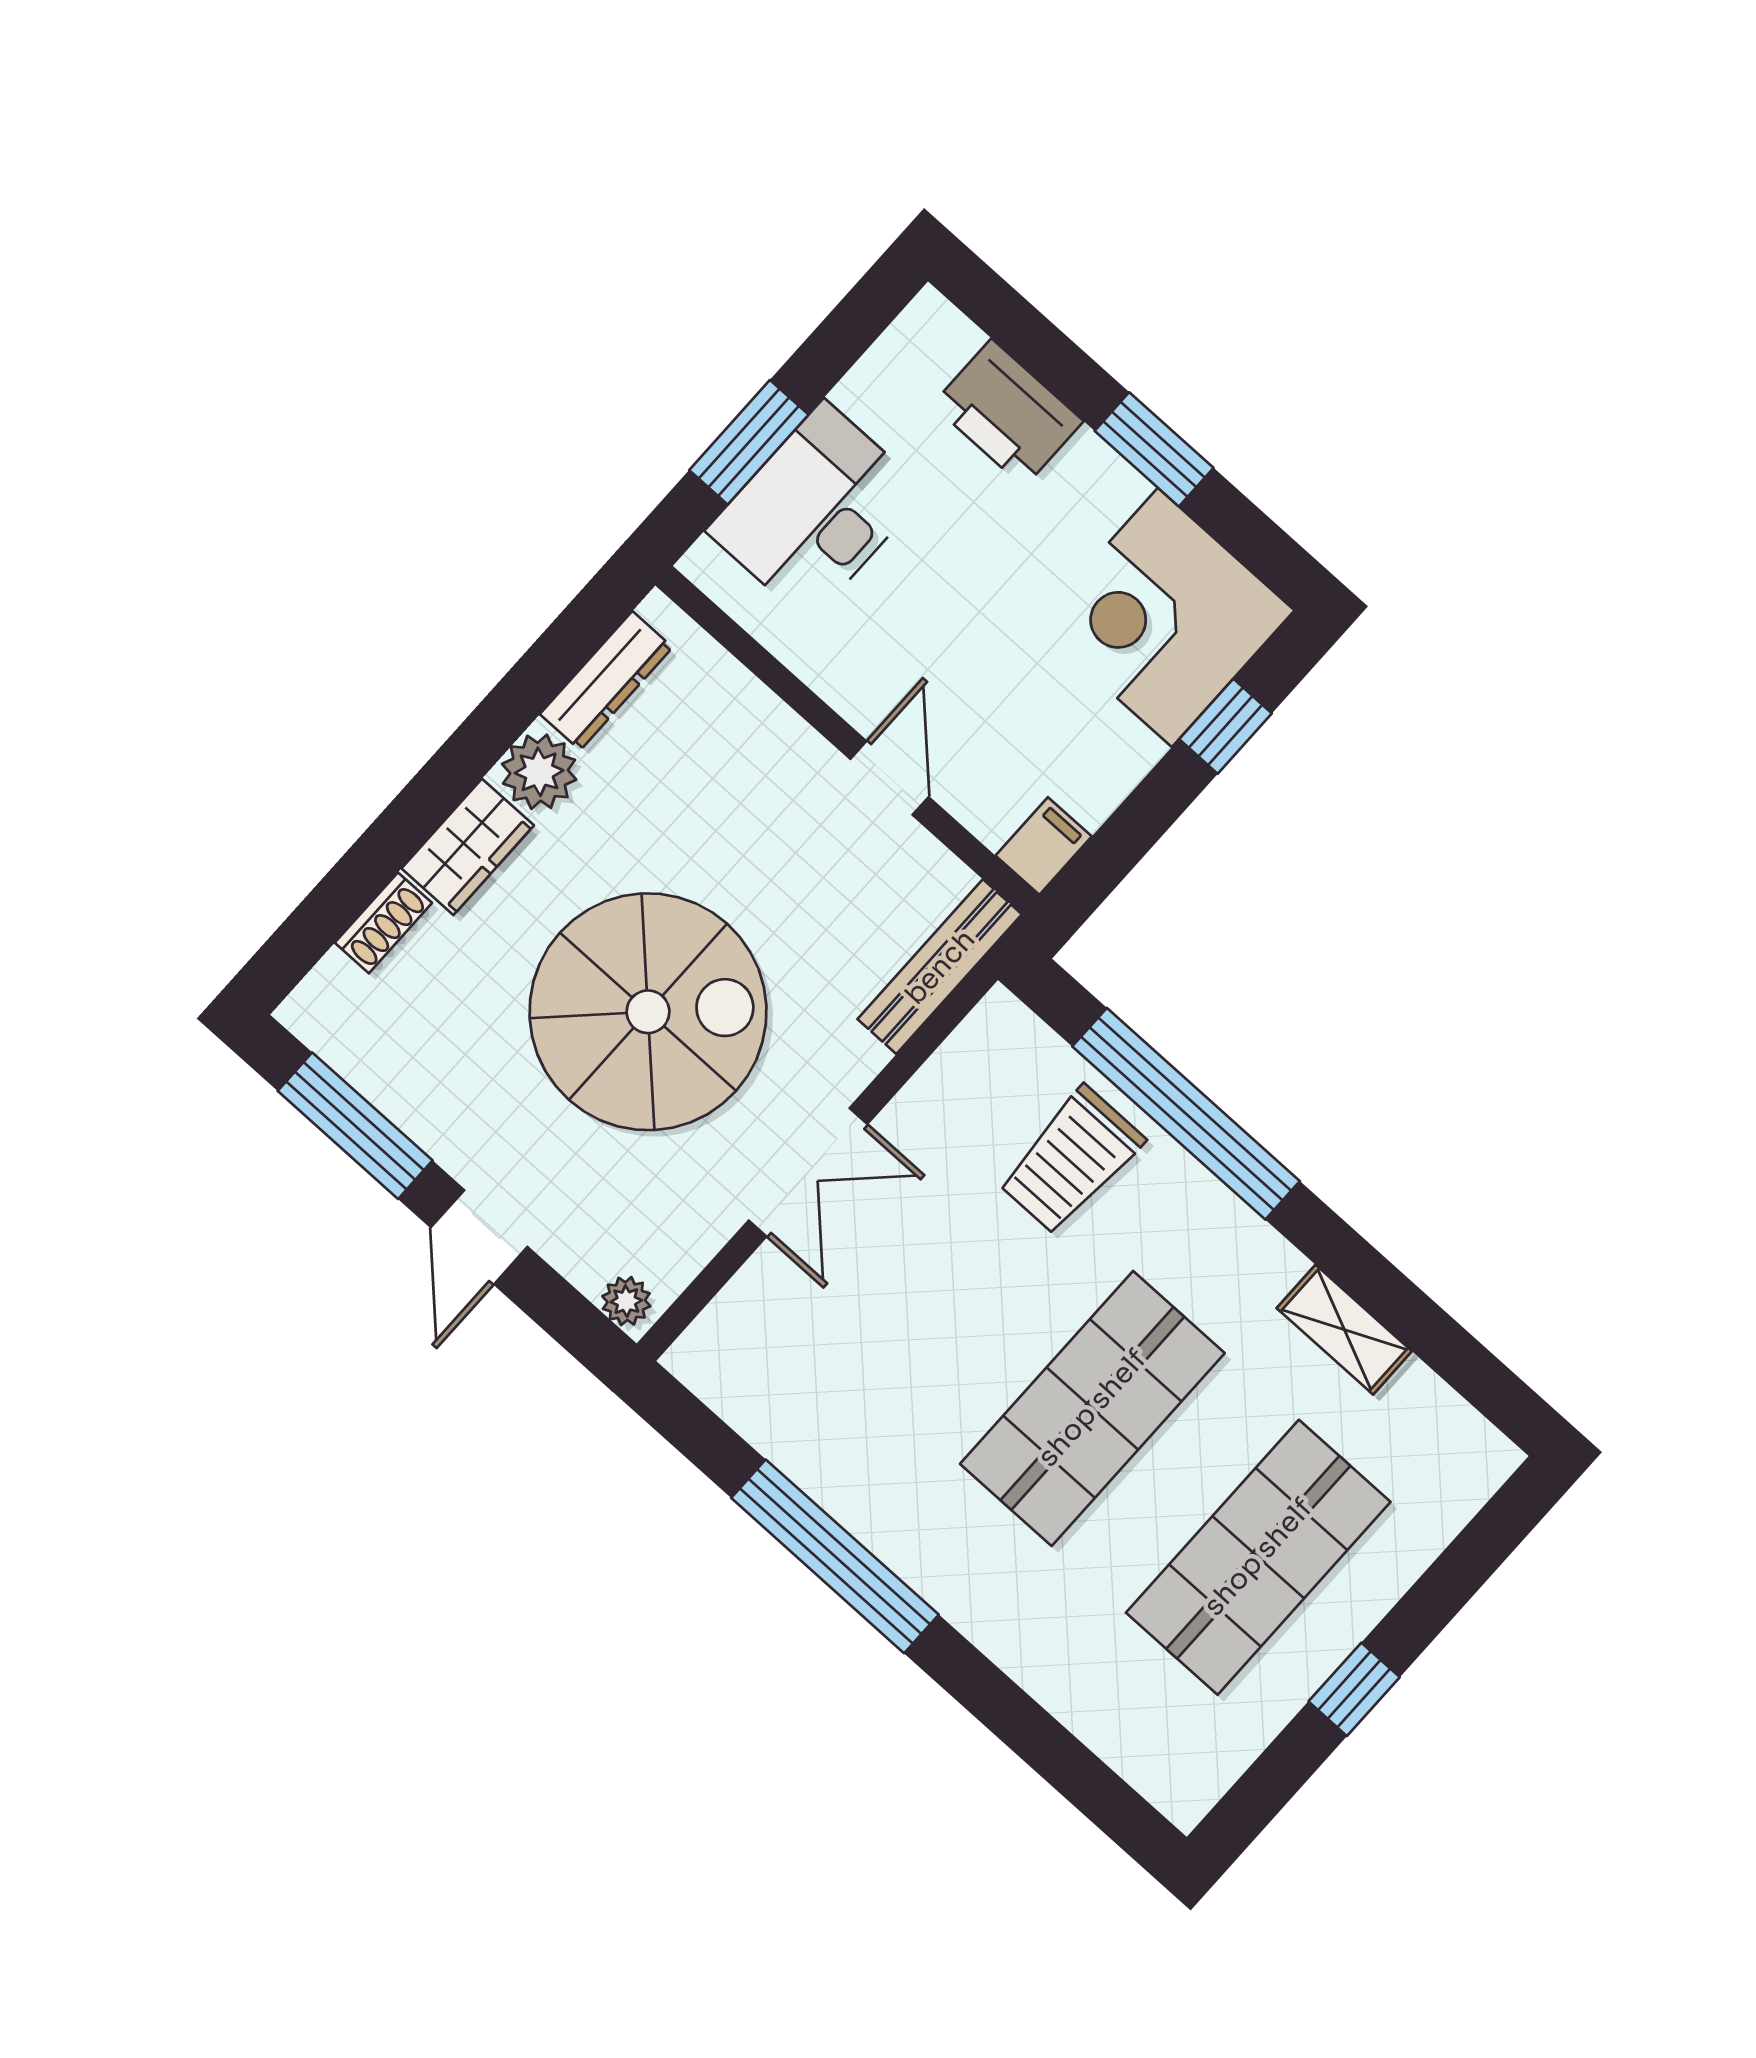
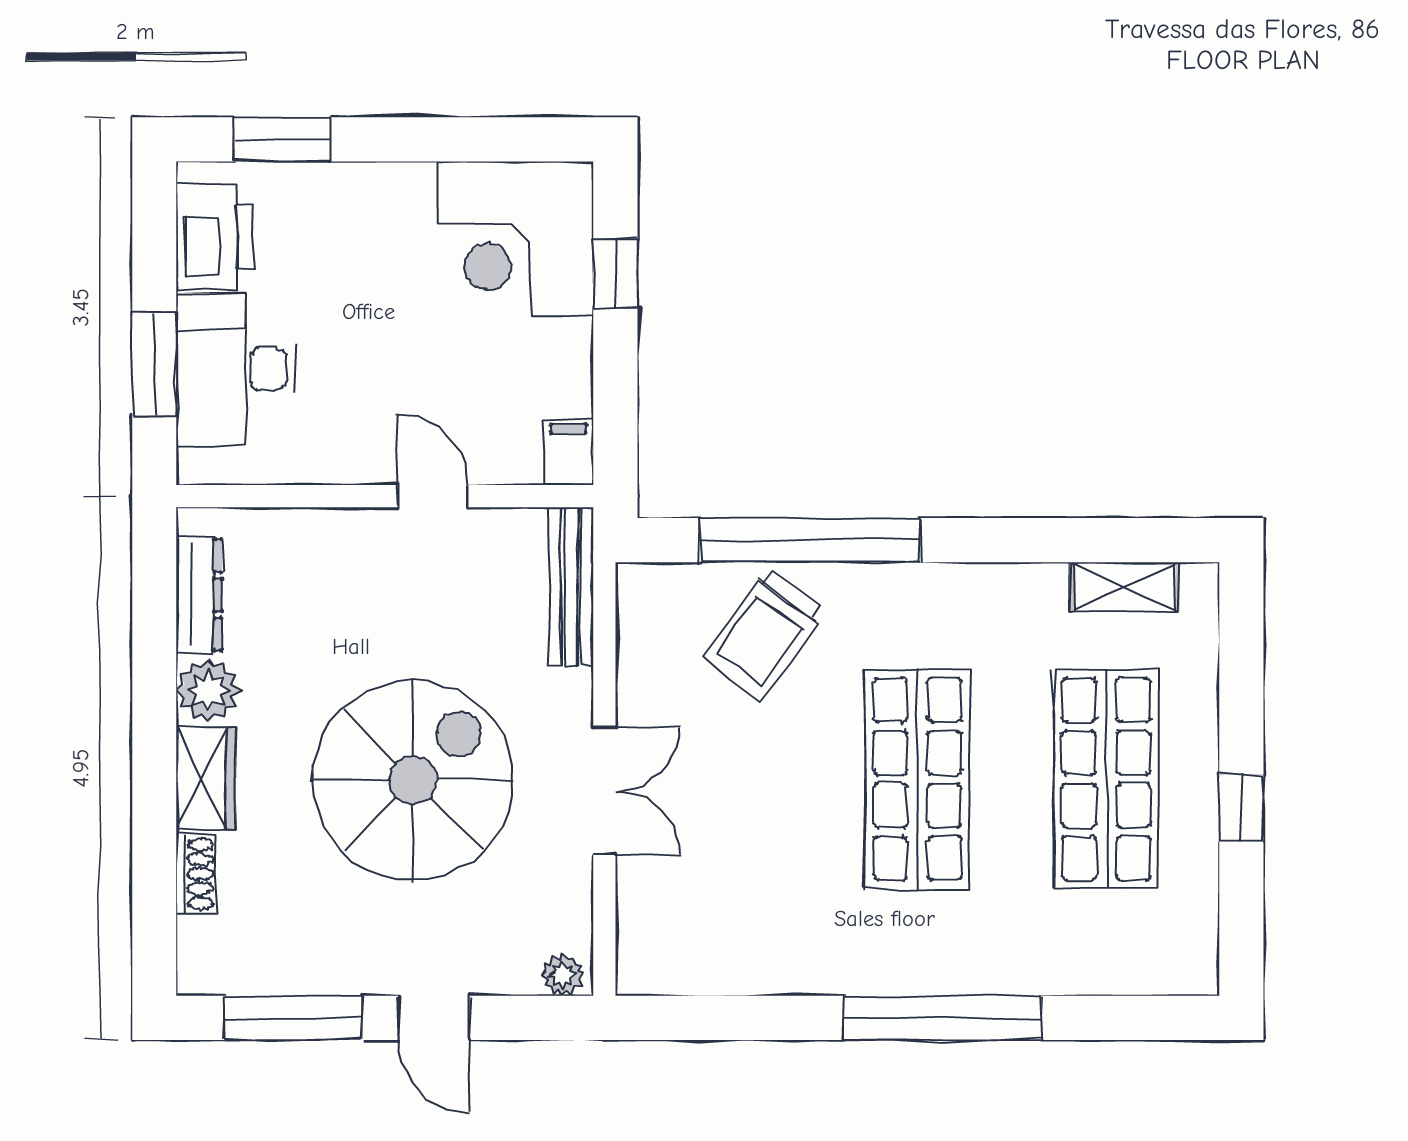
printer: (1008, 413) -> (214, 236), moved, turned -90
window: (1154, 449) -> (282, 139), moved
trolley: (1071, 1161) -> (764, 635), turned 36
shelving: (1344, 1330) -> (1125, 587), moved
window: (835, 1556) -> (943, 1018), moved

